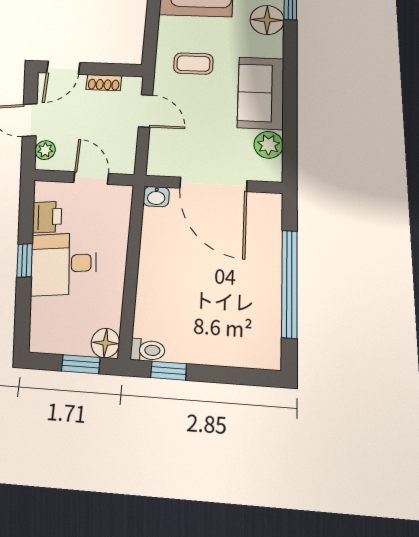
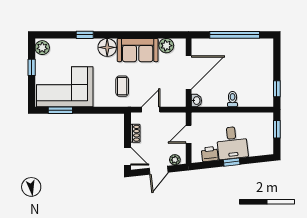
floor lamp: (267, 20) -> (107, 47), moved
floor lamp: (105, 343) -> (267, 119), removed
toilet: (148, 350) -> (233, 99), moved

